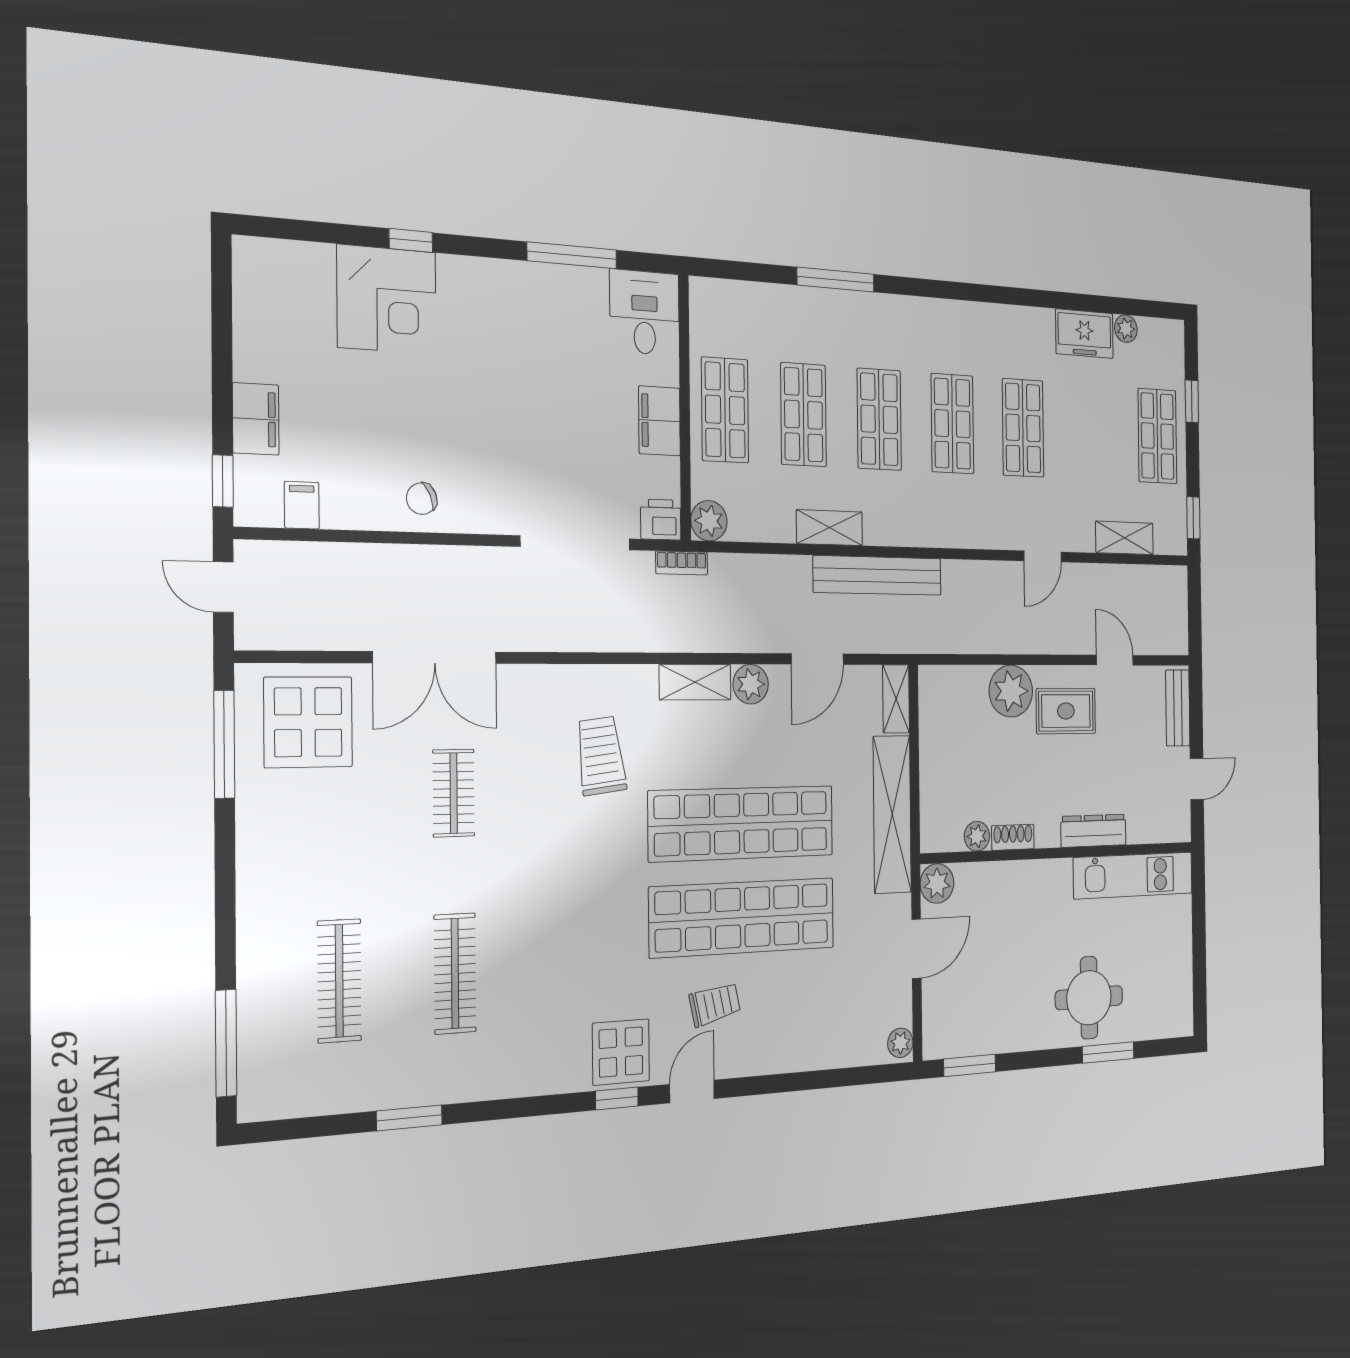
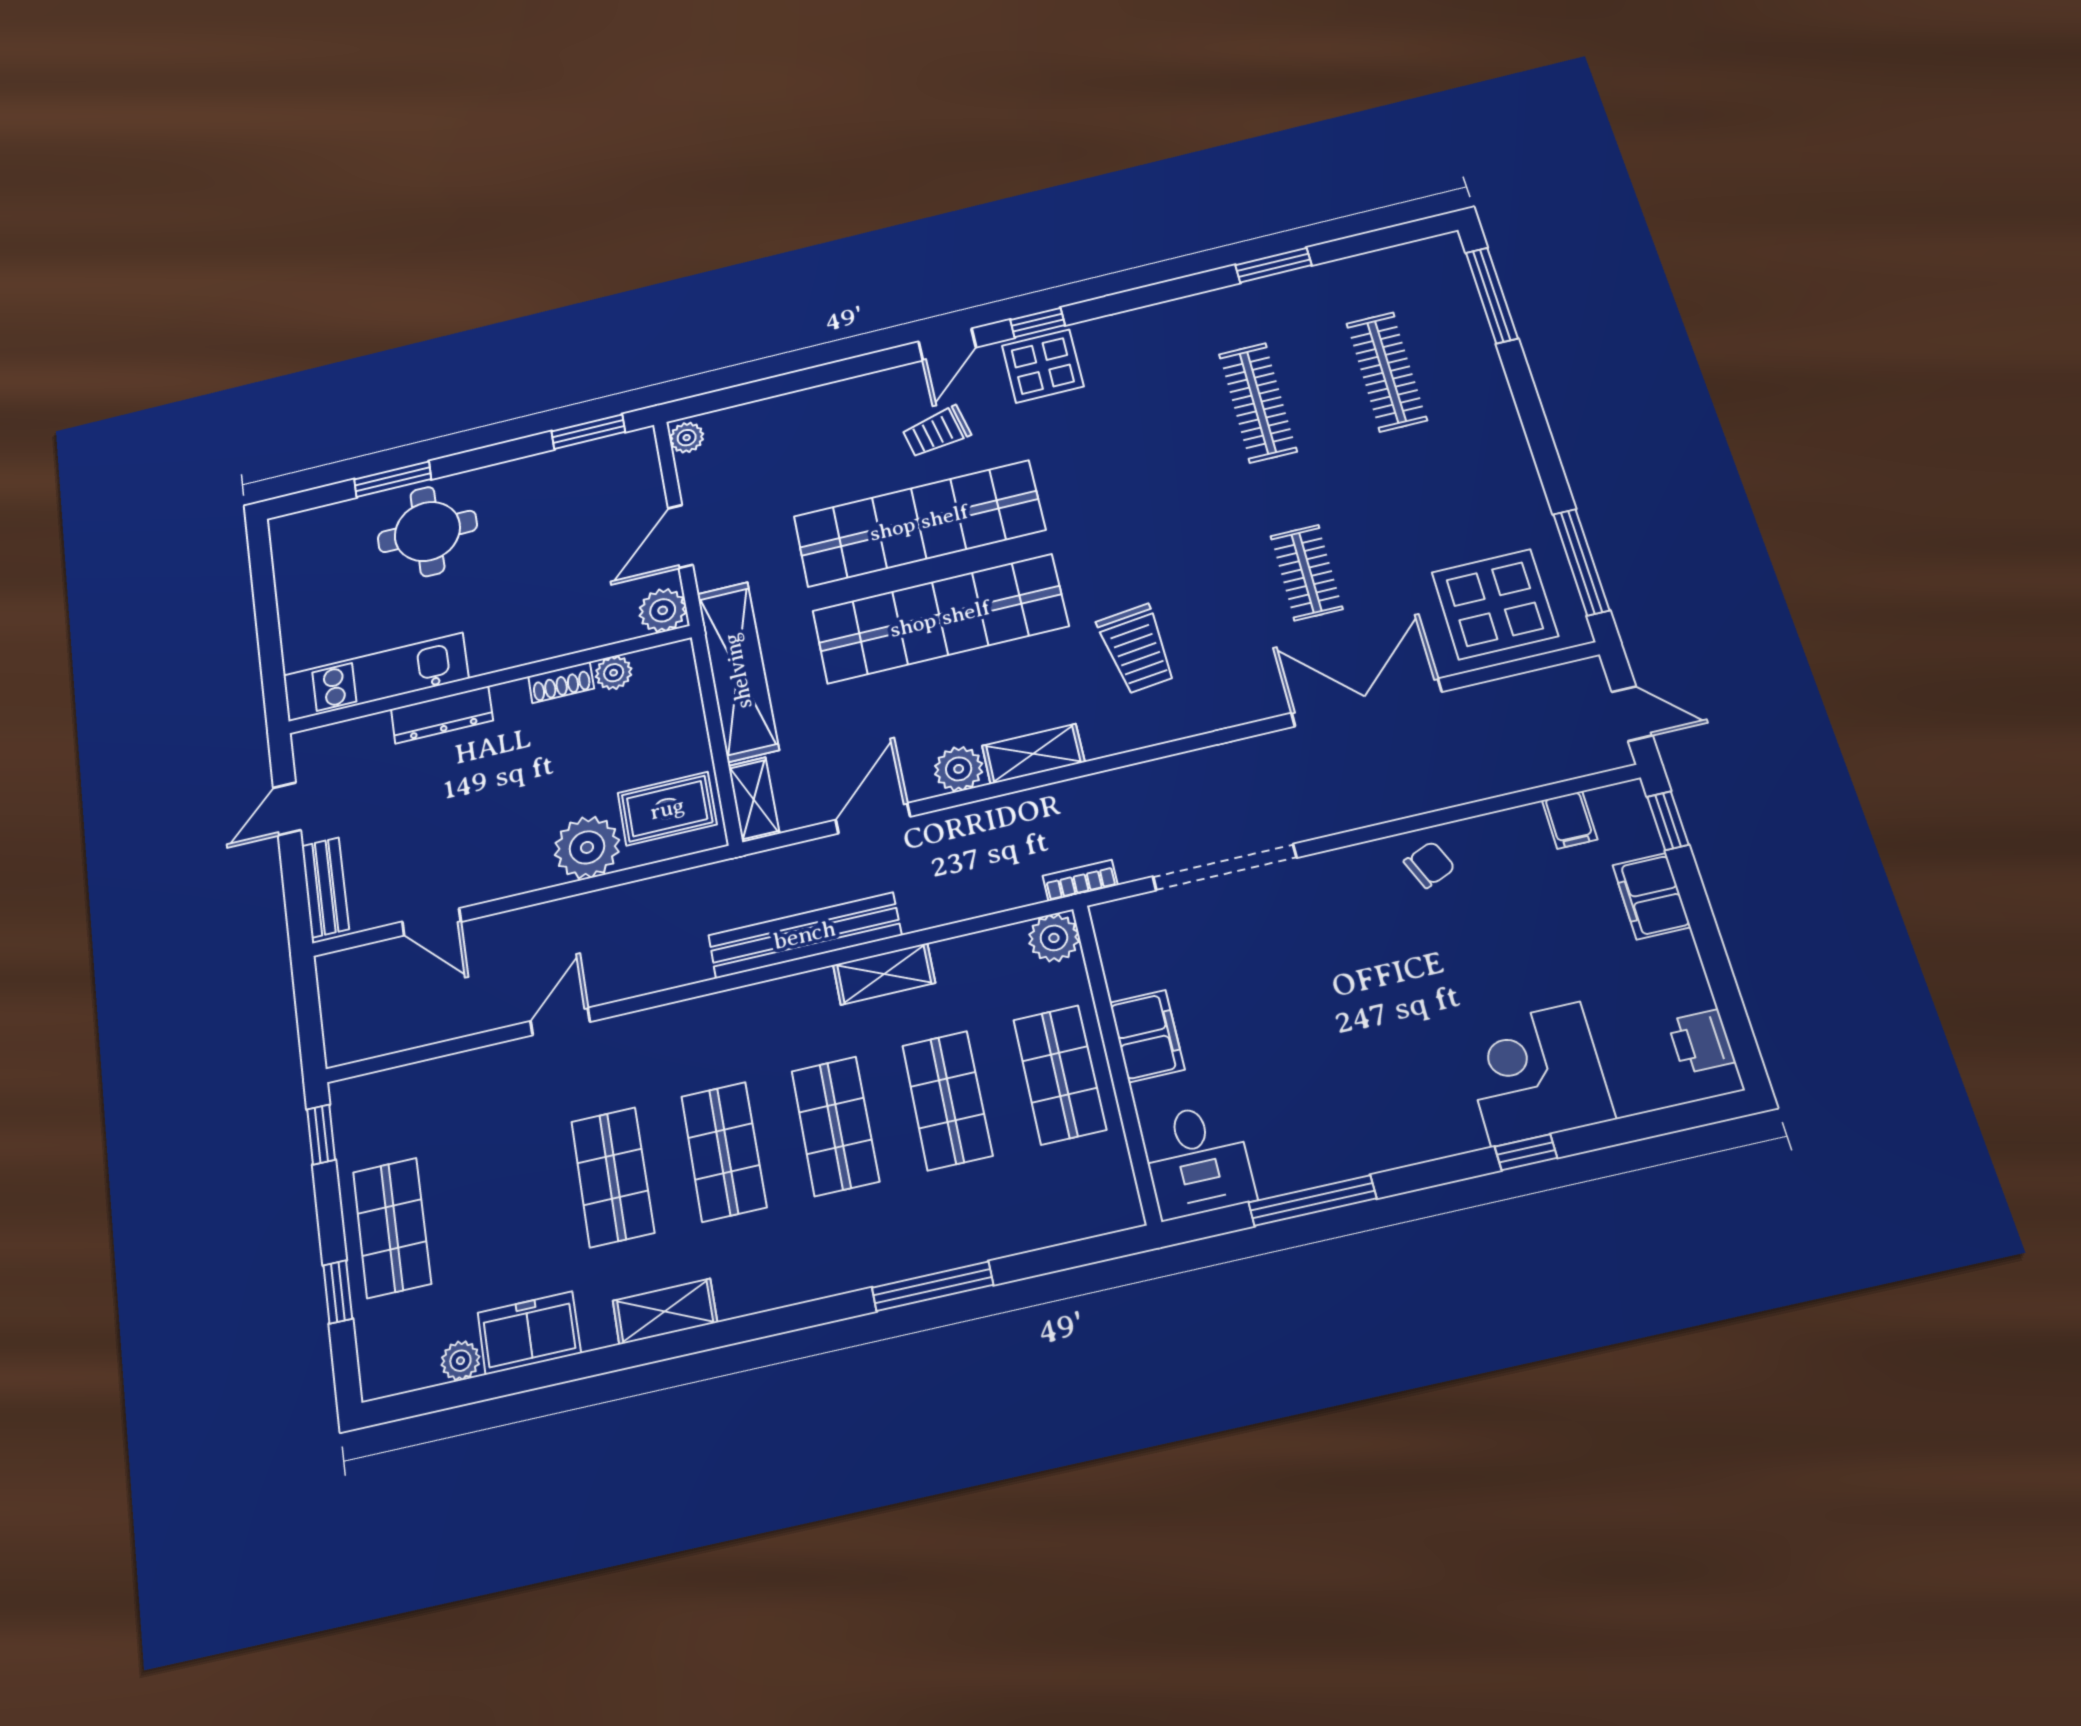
printer: (661, 520) -> (1701, 1041), moved, turned 90
shelving: (1124, 538) -> (665, 1312), moved
rug: (1066, 711) -> (667, 809), moved

